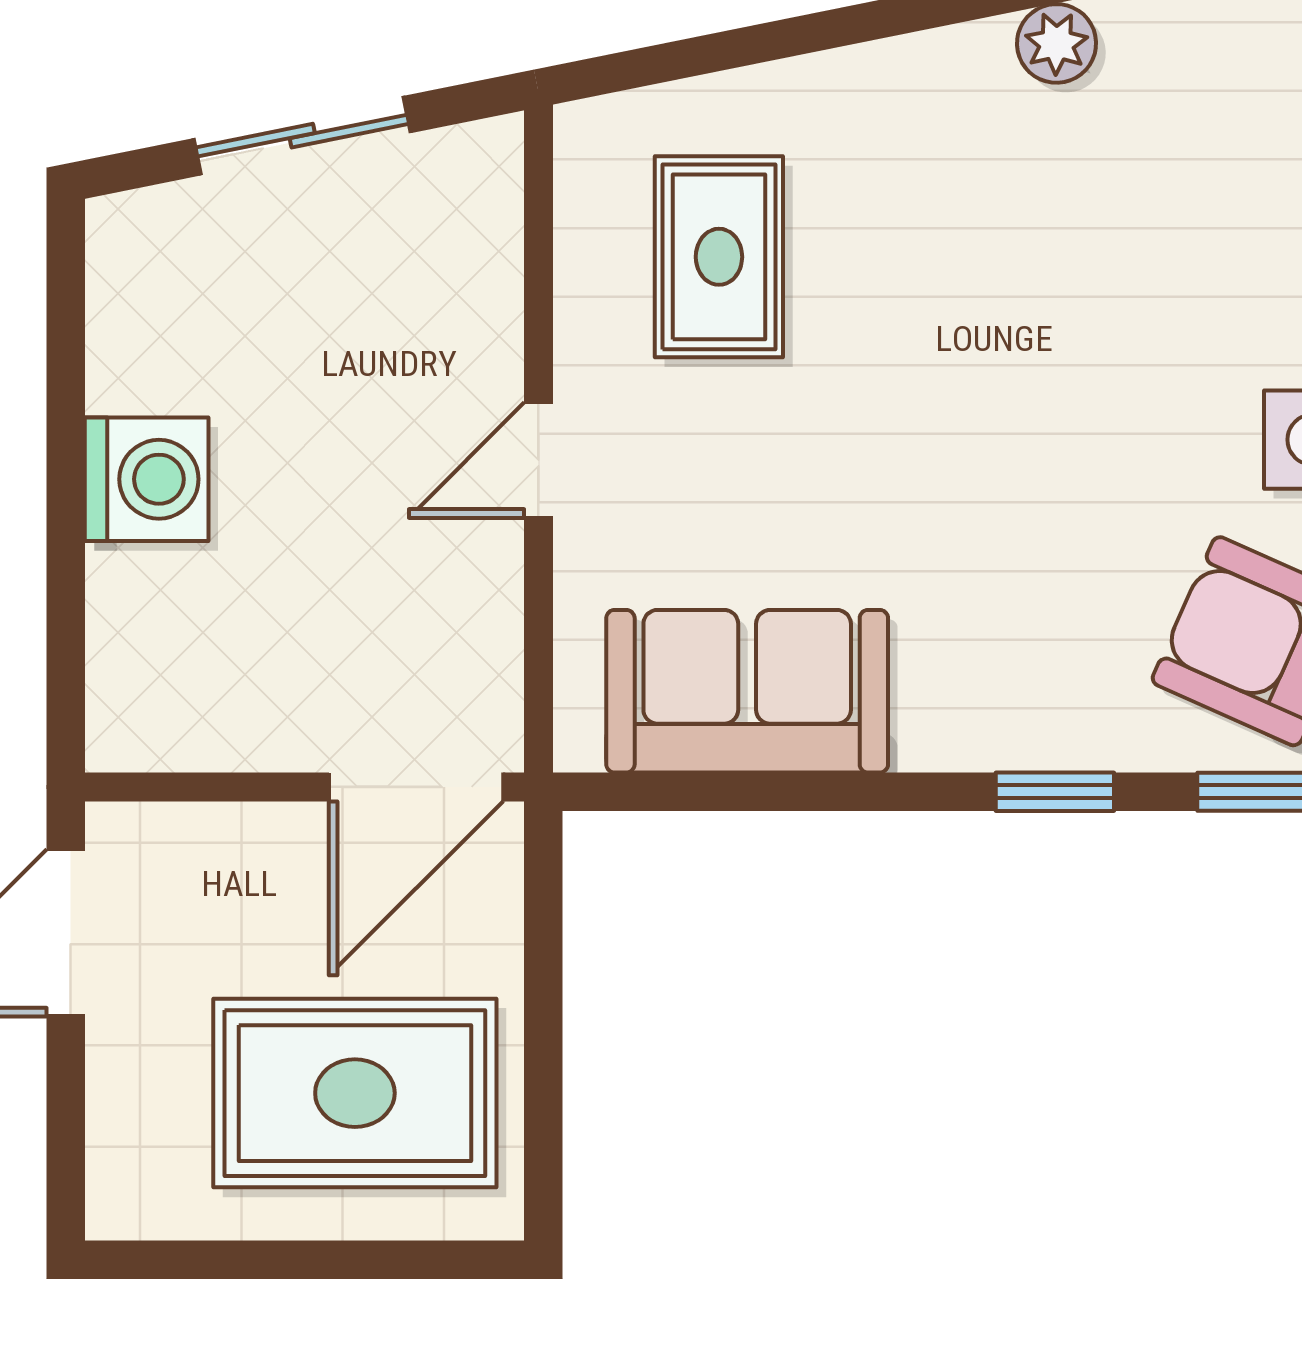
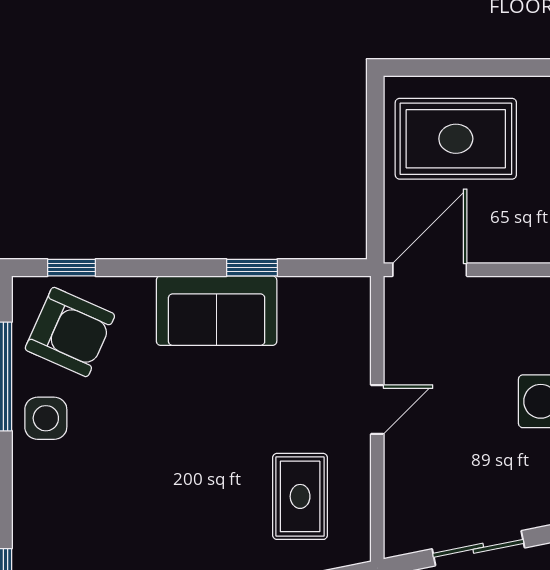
sofa: (747, 691) -> (217, 311), moved
window: (1055, 792) -> (252, 268), moved

